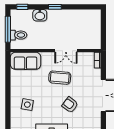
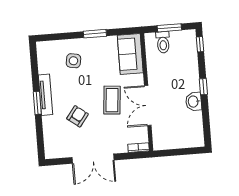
washbasin: (40, 15) -> (194, 101), moved
window: (8, 29) -> (169, 28), width x0.69
double door: (66, 51) -> (148, 105), width x1.37
window: (8, 87) -> (95, 34), added

